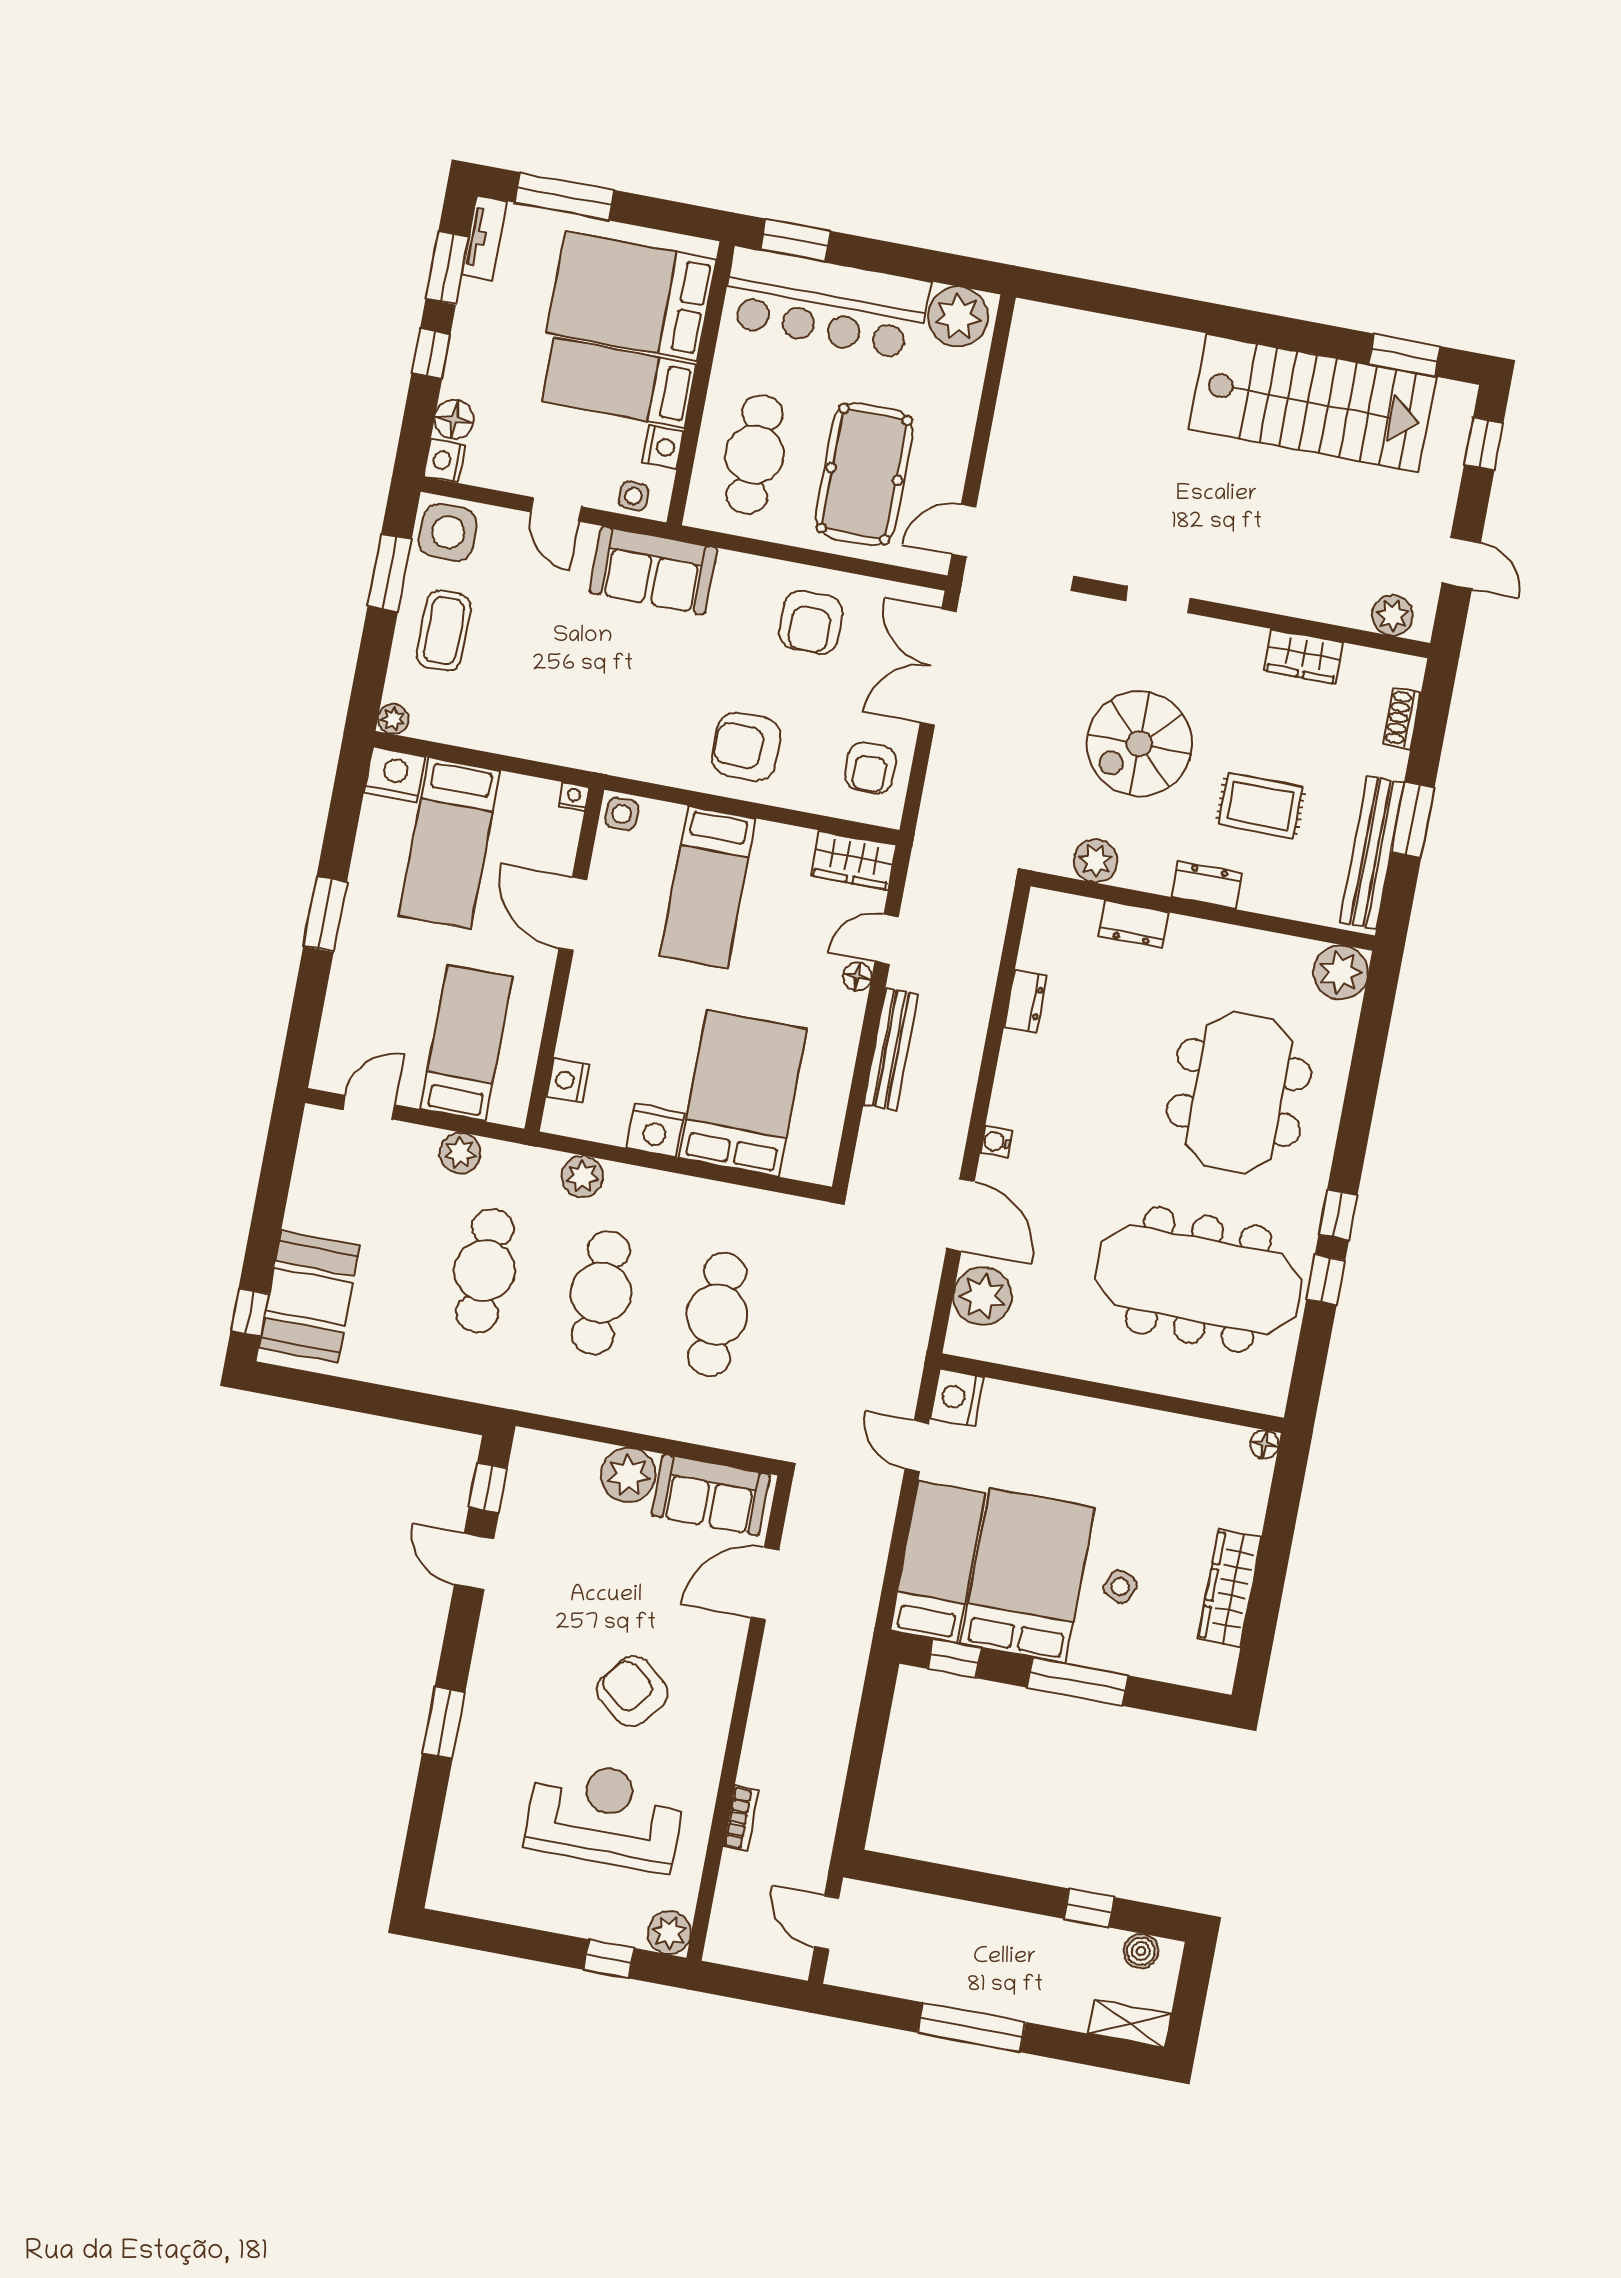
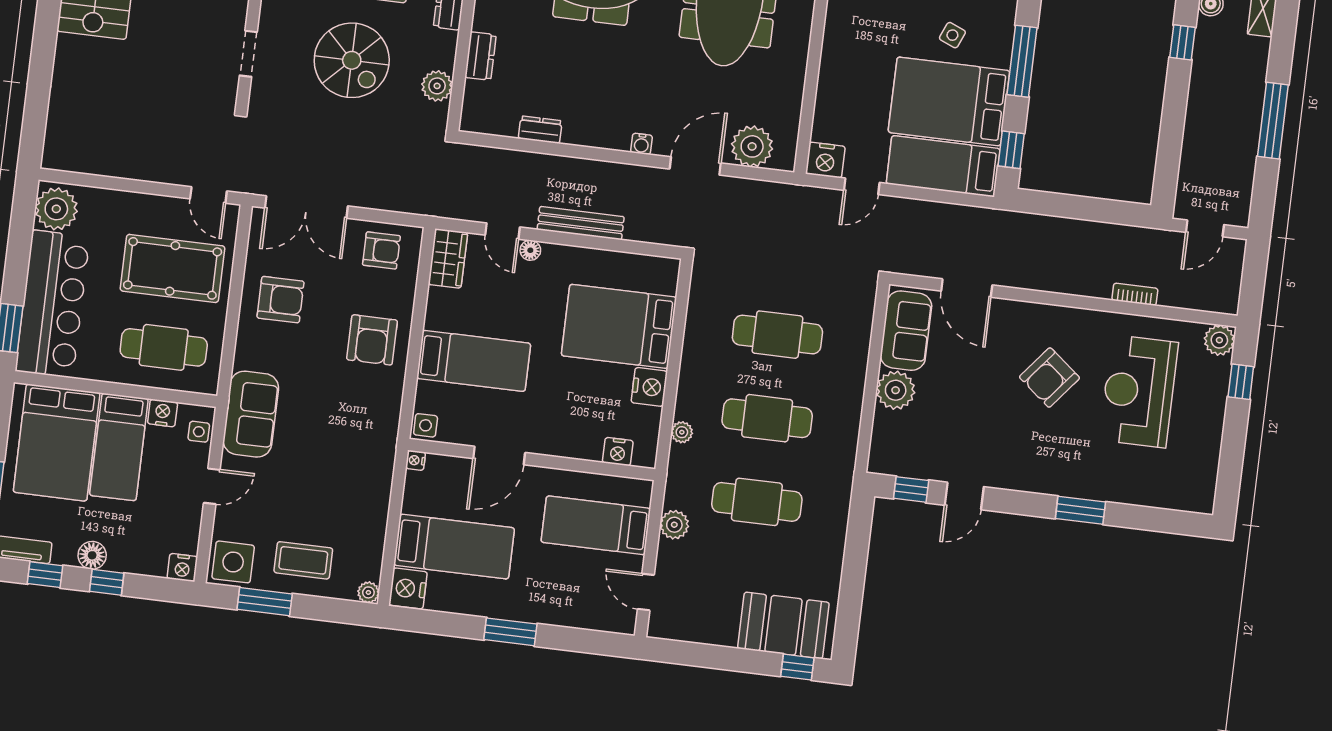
window: (447, 268) -> (45, 575), width x0.67
floor lamp: (454, 419) -> (92, 555), moved
plant: (582, 1177) -> (682, 432), width x0.73, depth x0.73

